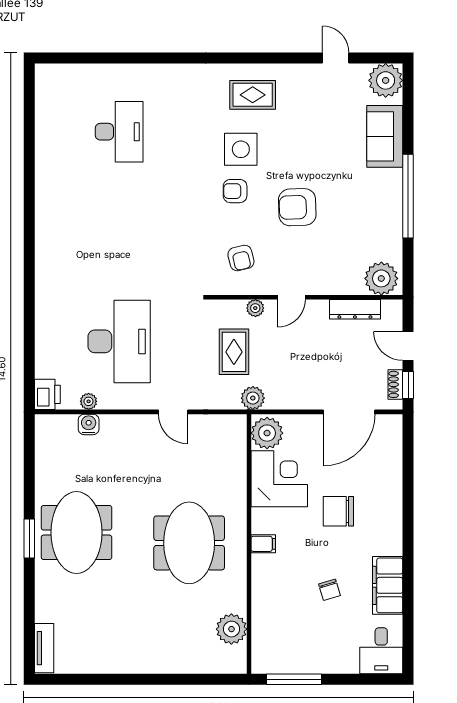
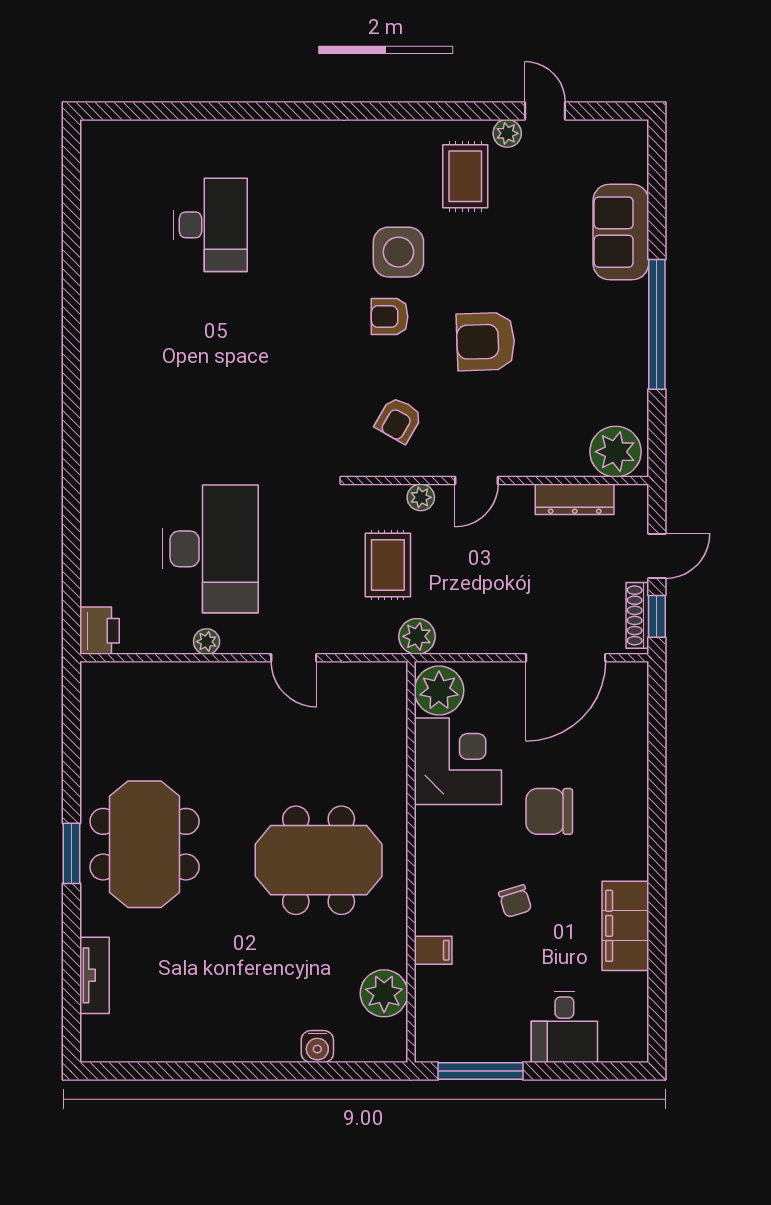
plant: (386, 80) -> (507, 133), moved, width x0.53, depth x0.53
rug: (253, 95) -> (465, 176), moved, turned 90
armchair: (241, 258) -> (399, 420), turned 44
door: (408, 346) -> (657, 556), swing flipped
shoe rack: (395, 384) -> (637, 615), width x1.43
plant: (89, 401) -> (207, 642), moved
water cooler: (89, 424) -> (317, 1047), moved, turned 180
meeting table: (189, 543) -> (319, 860), turned 90
filing cabinet: (263, 544) -> (433, 950), moved
chair: (329, 590) -> (515, 901), moved
tv unit: (44, 648) -> (94, 975), moved
desk: (381, 651) -> (564, 1027), moved

